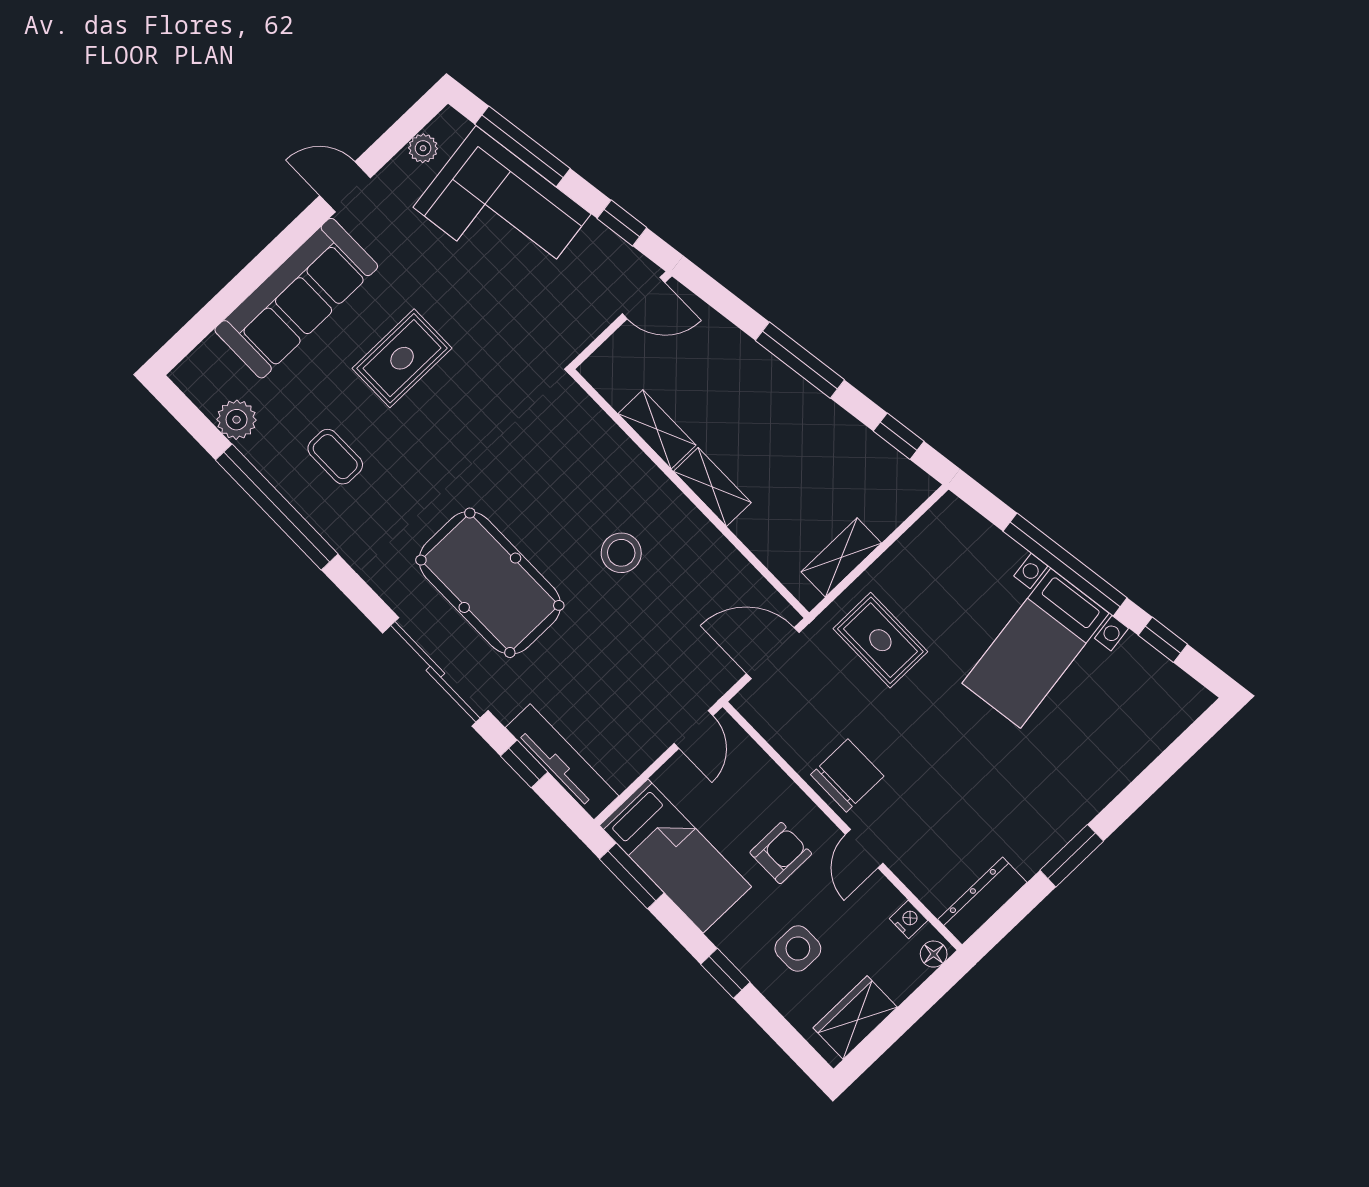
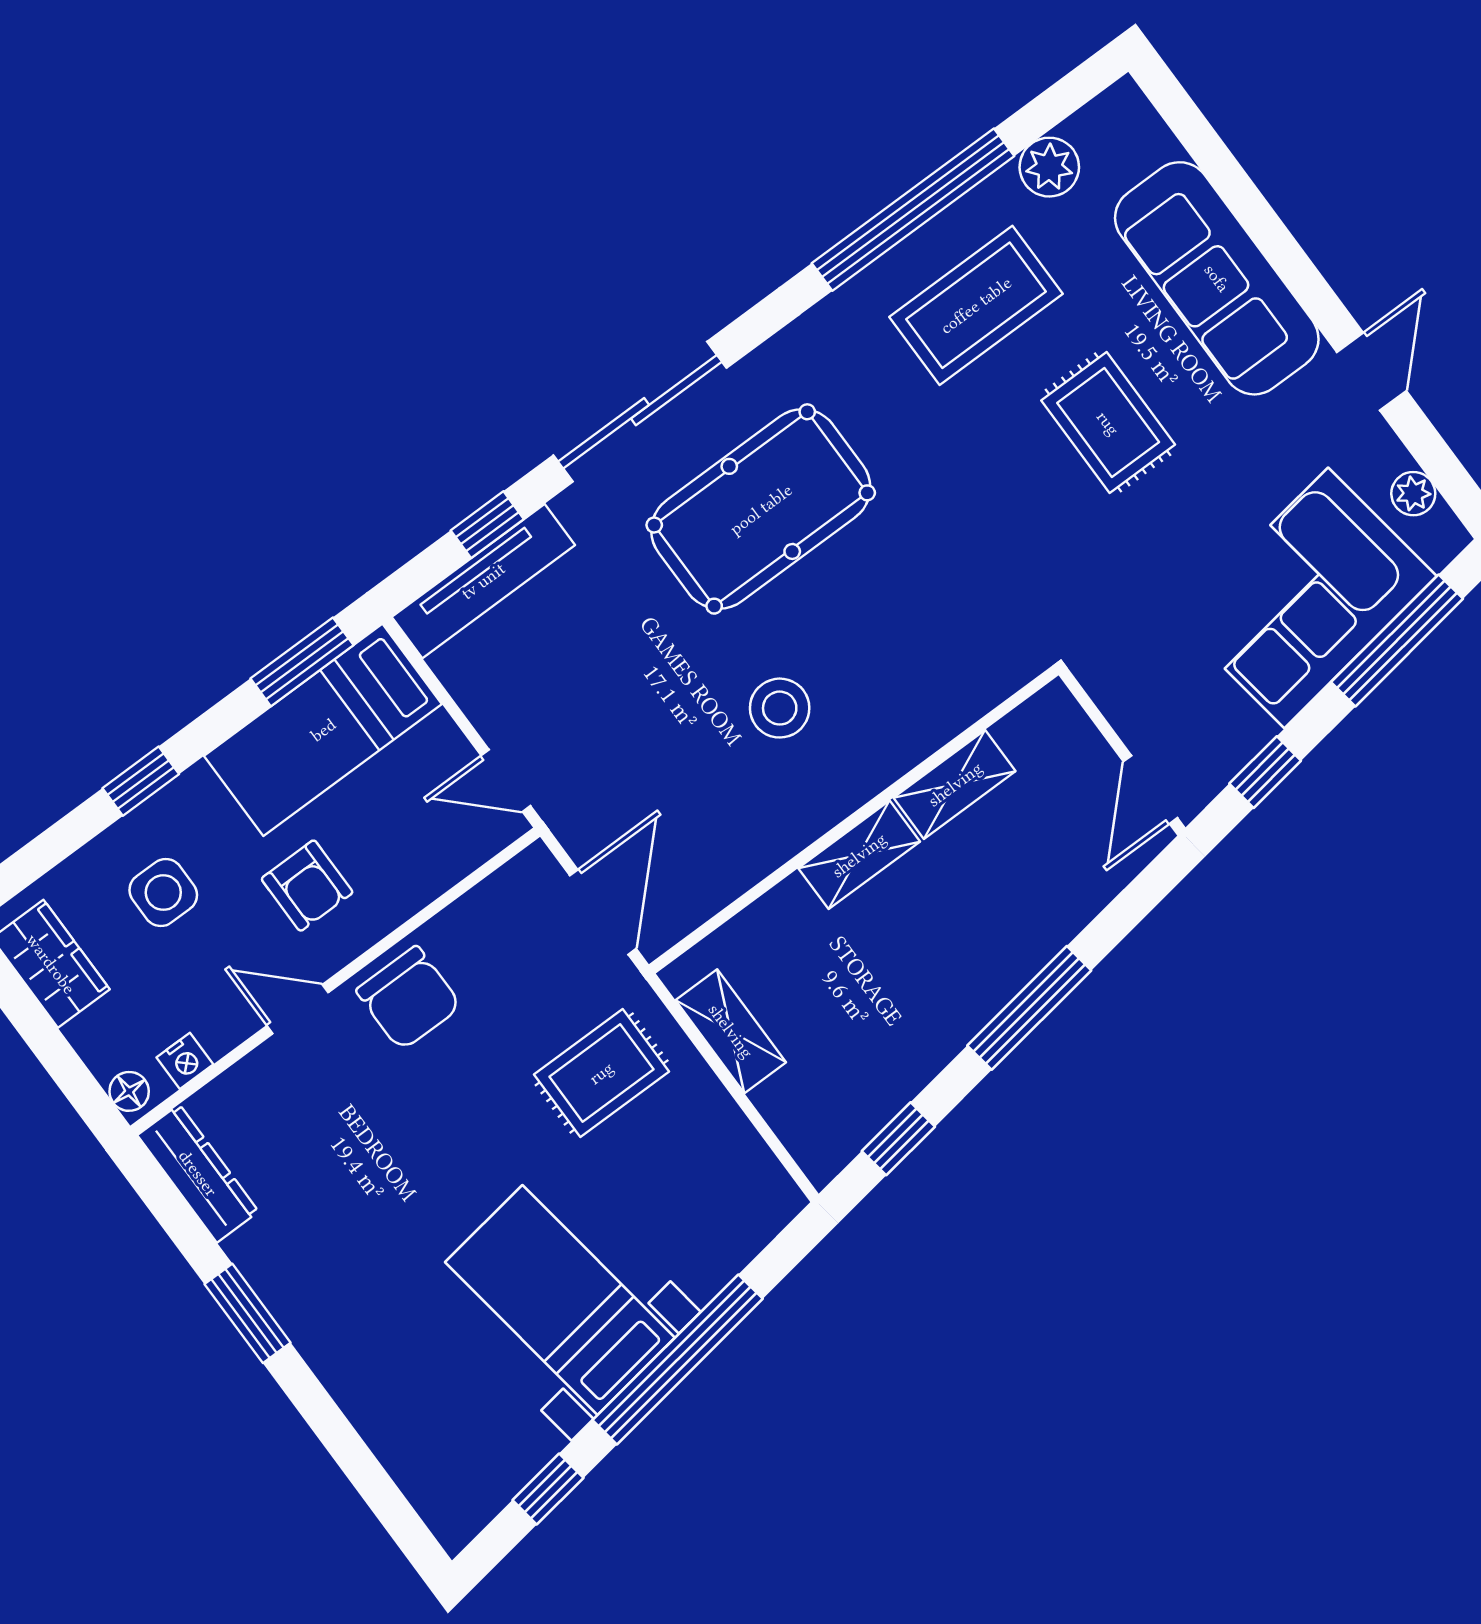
coffee table: (335, 457) -> (976, 305), width x1.86, depth x1.72

